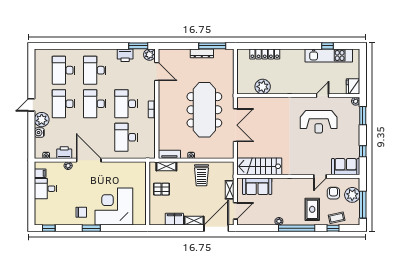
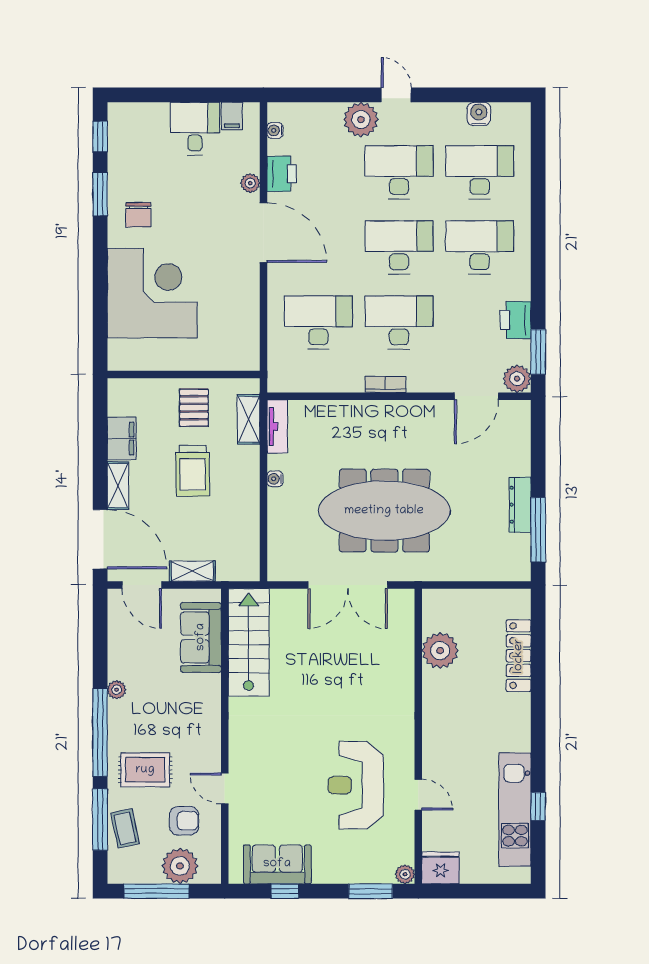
water cooler: (39, 133) -> (479, 114), moved
door: (89, 160) -> (263, 233), hinge flipped
sofa: (346, 167) -> (277, 864), moved, turned -90
trolley: (202, 175) -> (193, 471), moved, turned -90
window: (91, 228) -> (100, 194), moved
window: (333, 228) -> (100, 819), width x2.17

